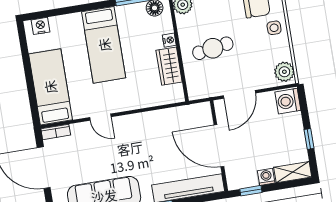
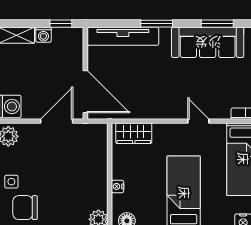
cafe table: (213, 48) -> (76, 171), removed
wardrobe: (169, 66) -> (134, 133), moved, turned 90
door: (219, 146) -> (85, 92), moved

